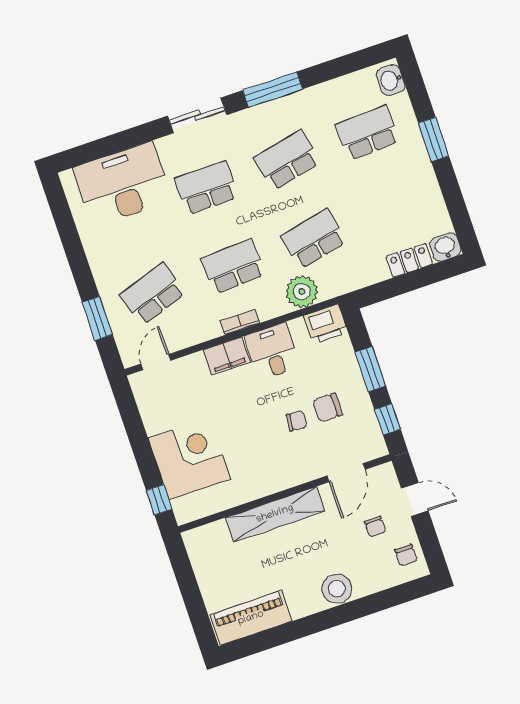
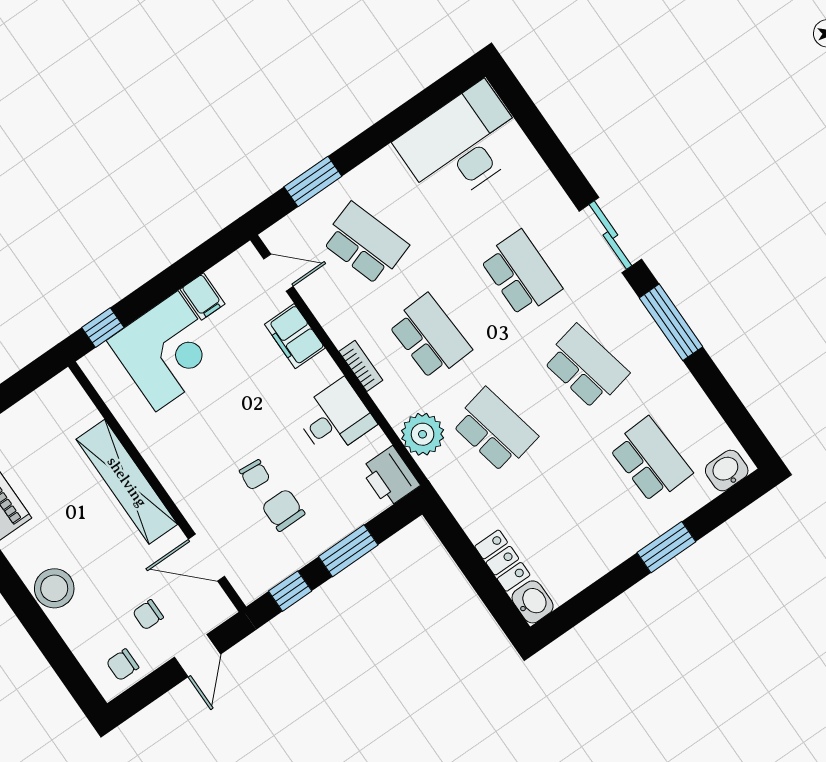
desk: (123, 184) -> (462, 145), moved, turned -90
filing cabinet: (227, 356) -> (295, 336), moved
filing cabinet: (157, 422) -> (203, 297), added

